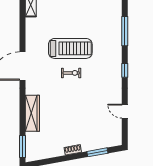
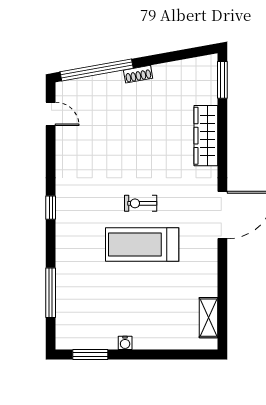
window: (125, 31) -> (51, 293), moved
door: (125, 111) -> (51, 114), moved
window: (97, 152) -> (97, 70), width x2.11

